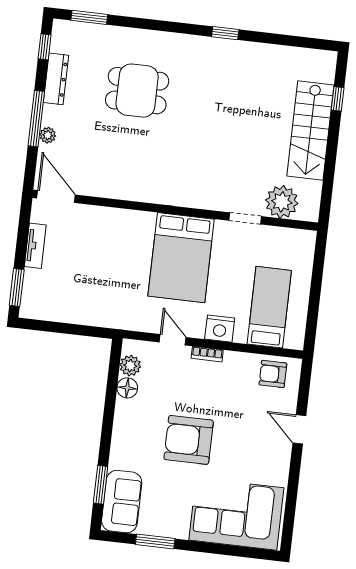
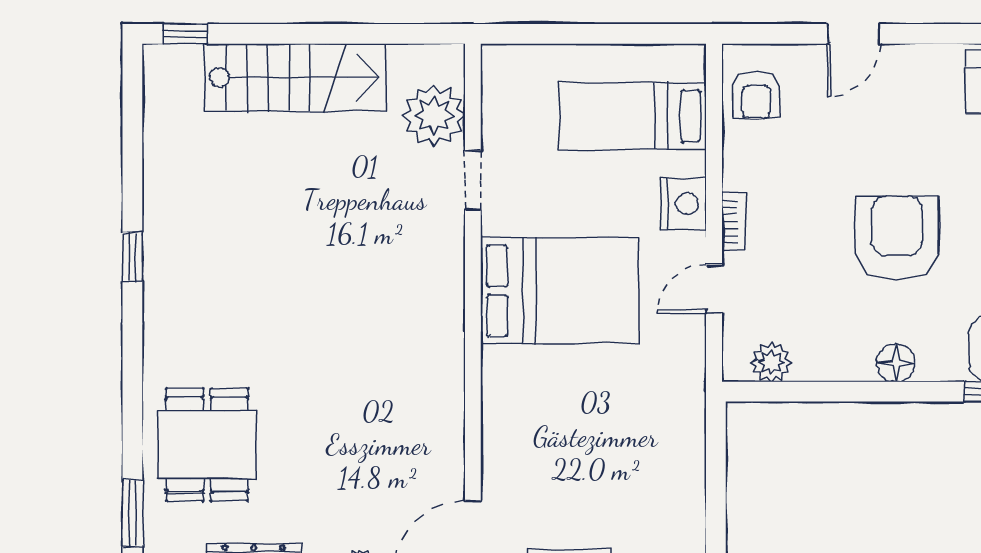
dining table: (137, 91) -> (207, 445), moved
window: (338, 99) -> (185, 34), moved
floor lamp: (127, 388) -> (896, 363), moved
armchair: (189, 440) -> (897, 238), turned 180

